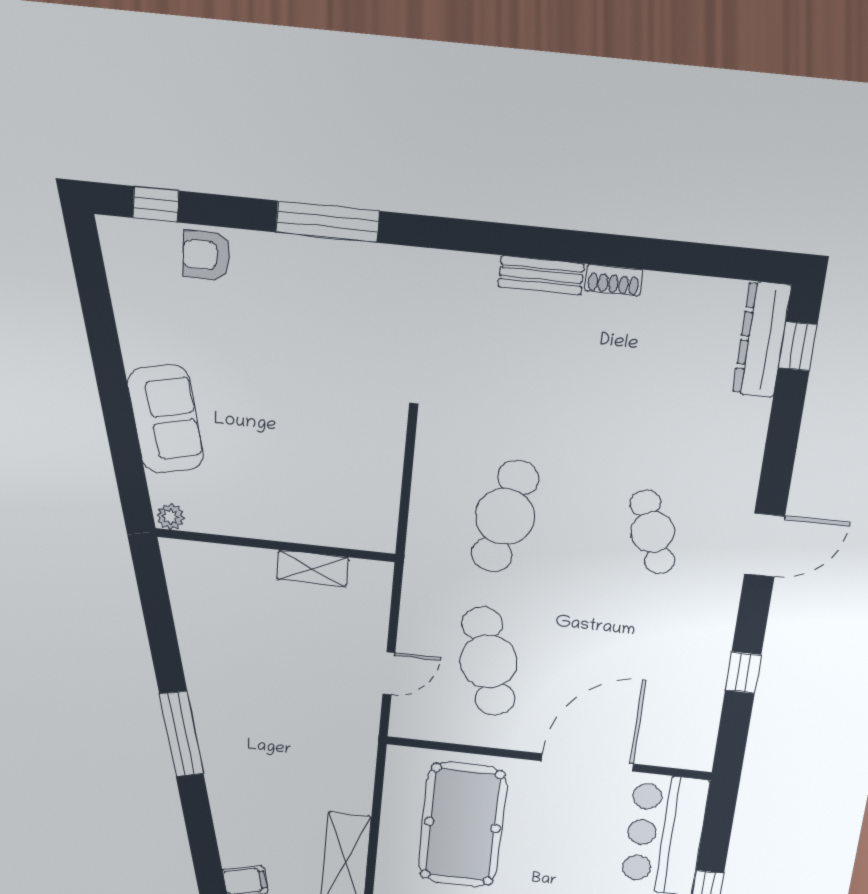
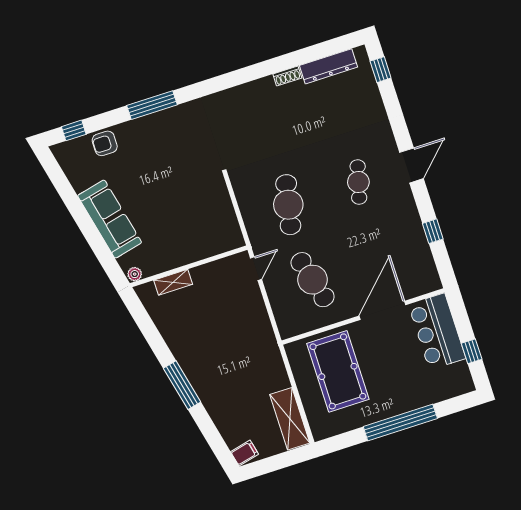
bench: (541, 275) -> (255, 88), removed
dresser: (762, 340) -> (329, 66), moved, turned -90
sofa: (166, 419) -> (110, 219), width x1.36
cafe table: (653, 532) -> (358, 182), turned 36
shelving: (312, 568) -> (173, 282), moved
door: (389, 673) -> (256, 269), moved

